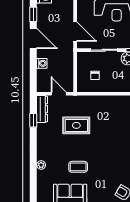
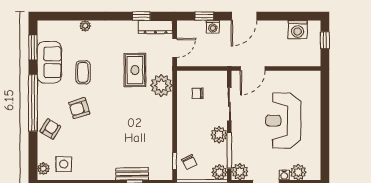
window: (33, 14) -> (204, 16), moved
plant: (89, 104) -> (161, 85), added
armchair: (107, 170) -> (79, 108), added

